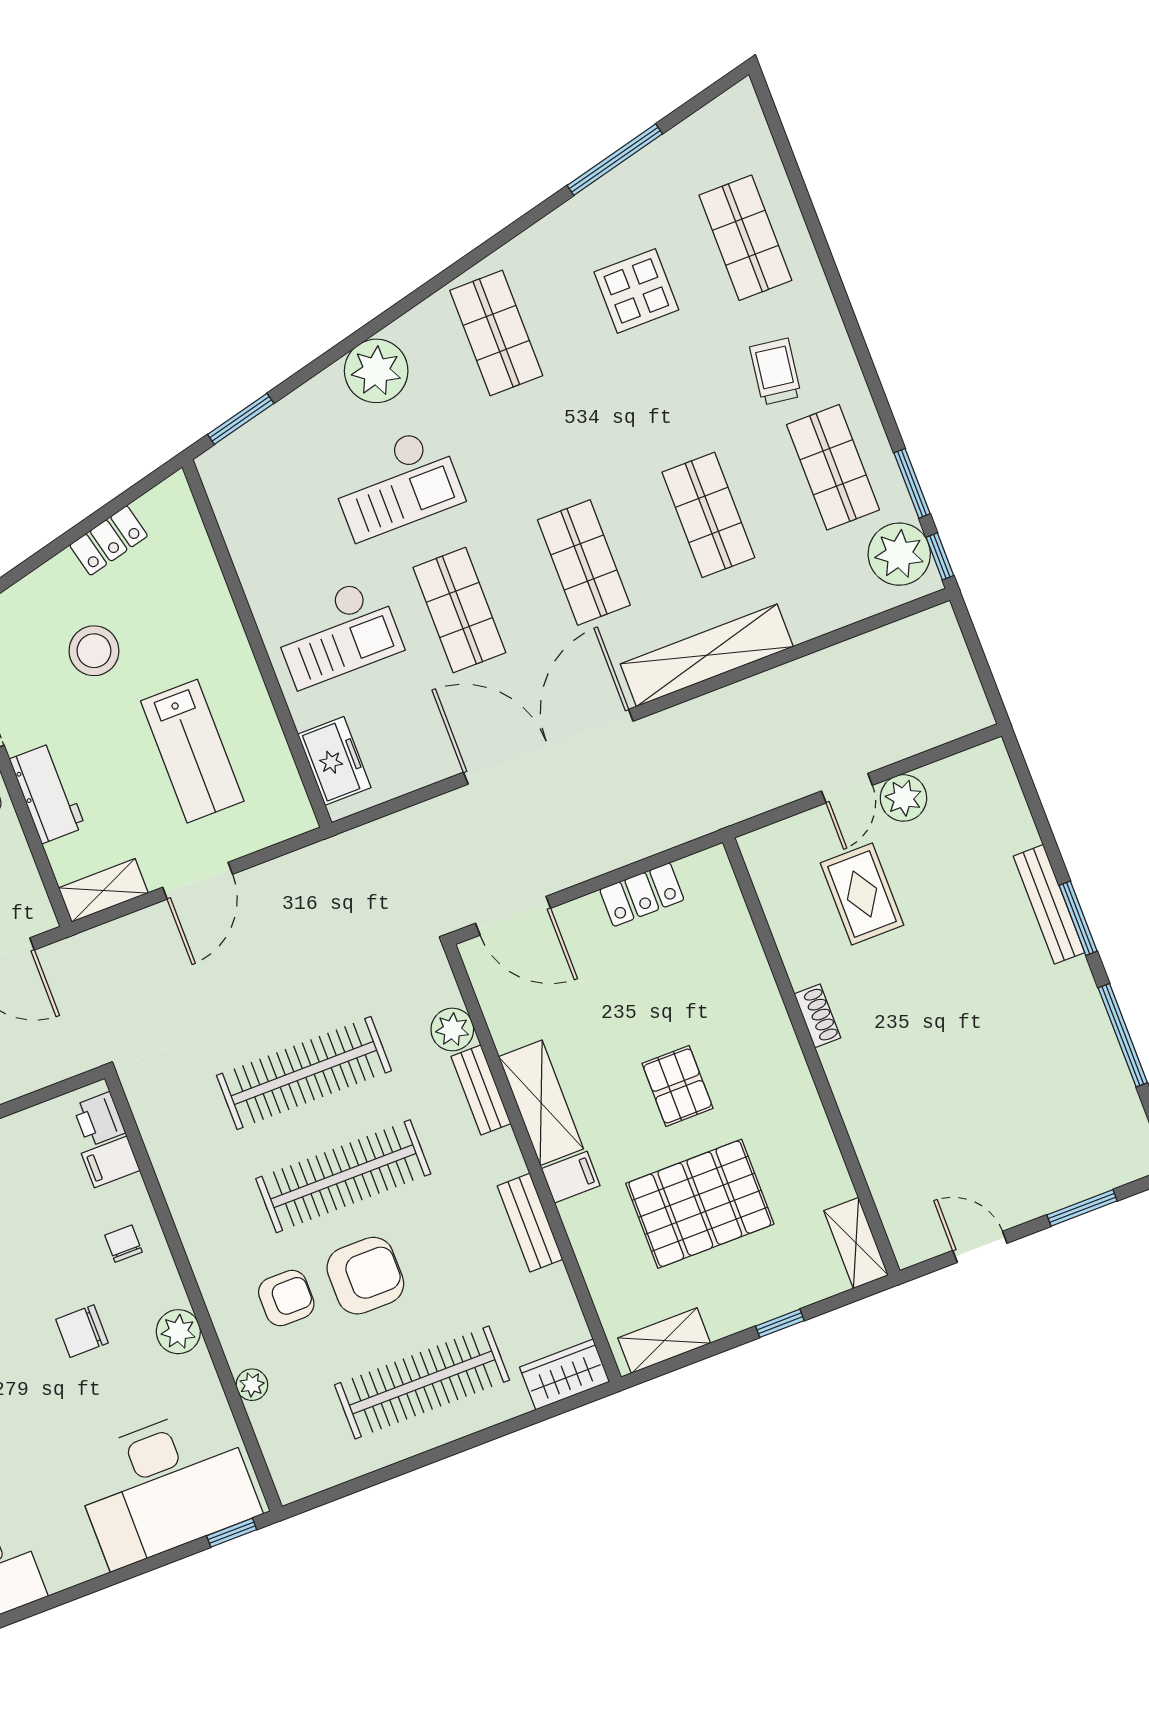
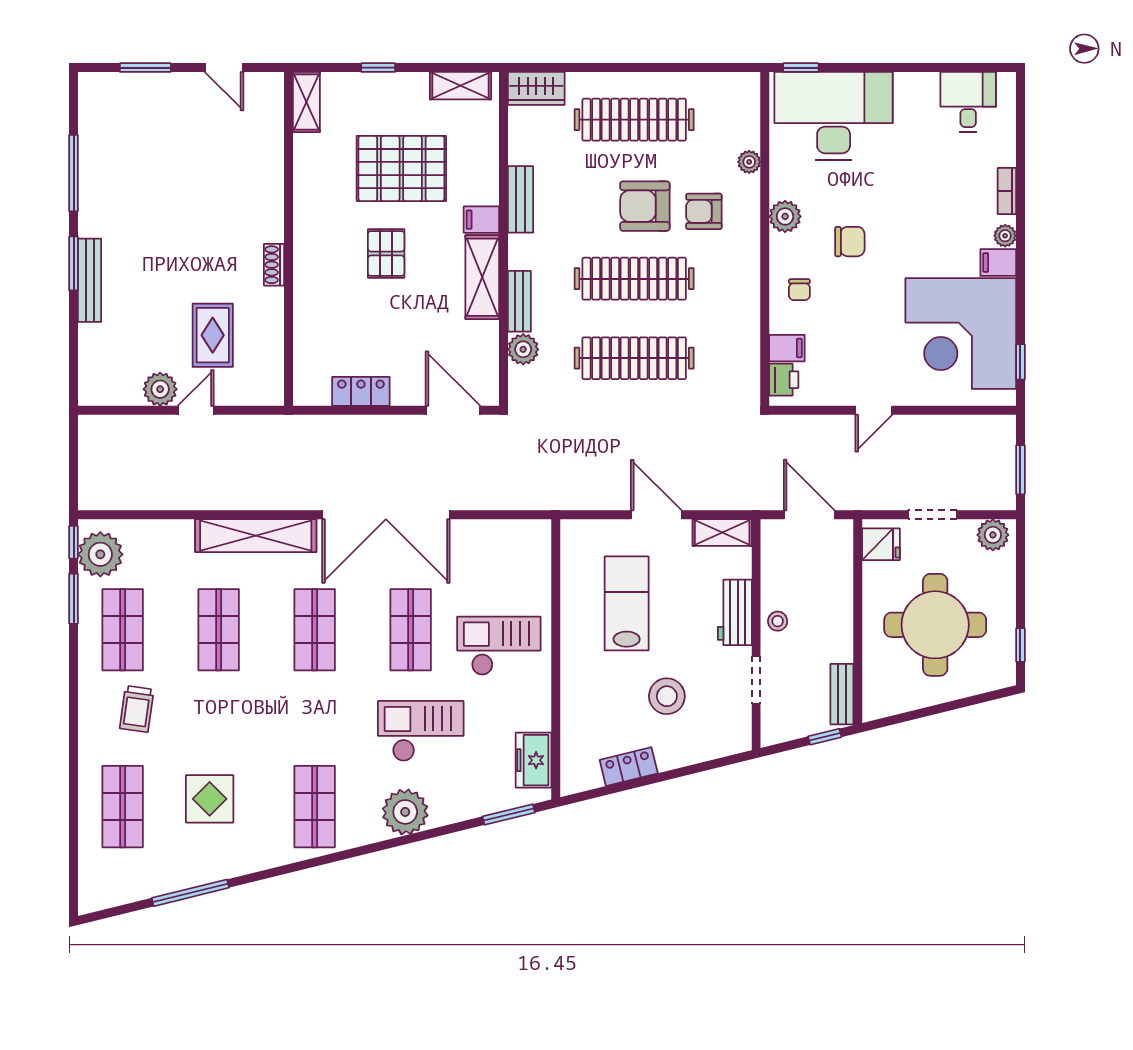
freezer: (334, 761) -> (534, 760), moved
door: (198, 881) -> (656, 515), hinge flipped

